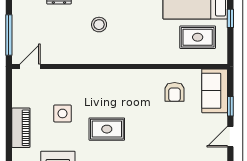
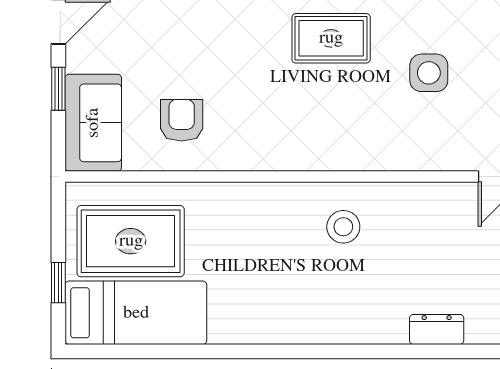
stool: (99, 25) -> (343, 227), moved
rug: (198, 37) -> (131, 241), width x1.36, depth x1.43

